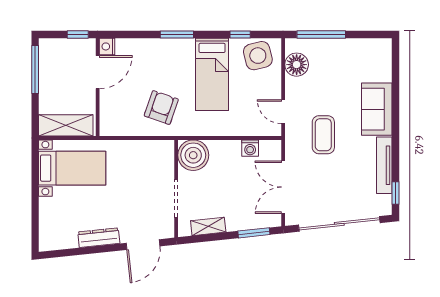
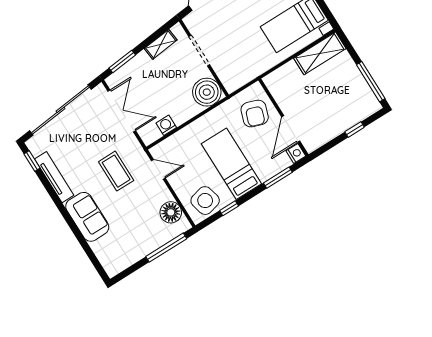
nightstand: (107, 46) -> (296, 153), moved
door: (98, 72) -> (291, 129), moved
wall: (98, 87) -> (283, 117), moved

